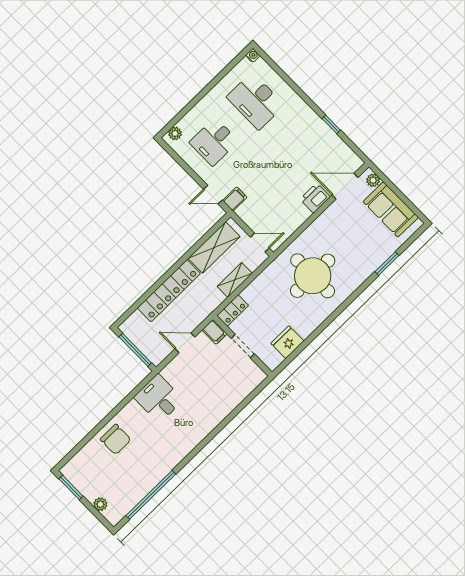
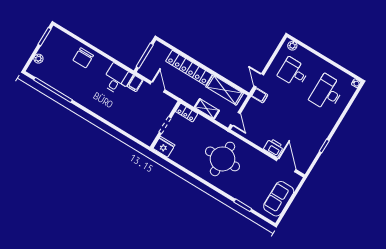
plant: (373, 180) -> (295, 182), removed
filing cabinet: (215, 332) -> (135, 83), moved
fridge: (287, 342) -> (164, 147), moved

